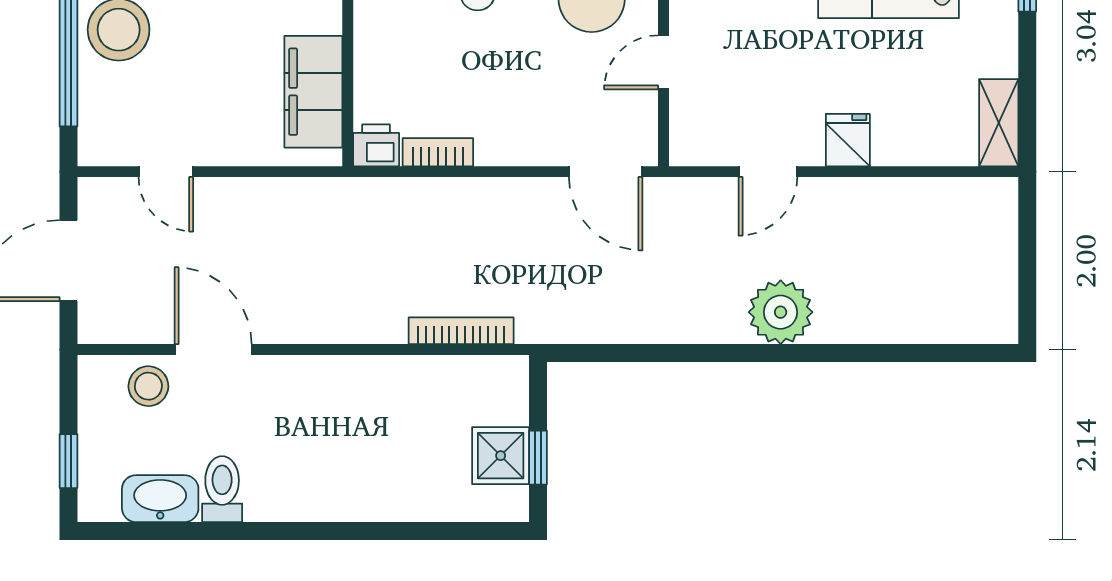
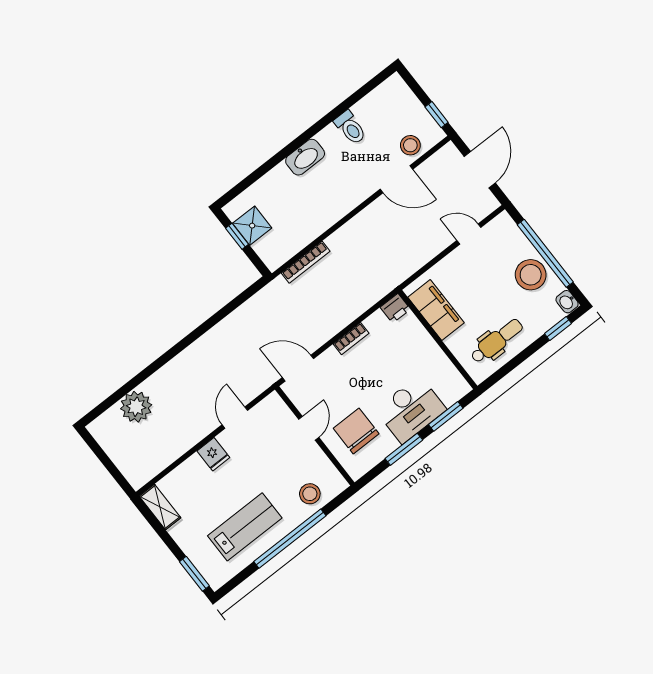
bookcase: (438, 152) -> (351, 339), moved
plant: (781, 312) -> (136, 407), moved
window: (68, 461) -> (437, 115), moved
washbasin: (160, 499) -> (305, 157), moved

